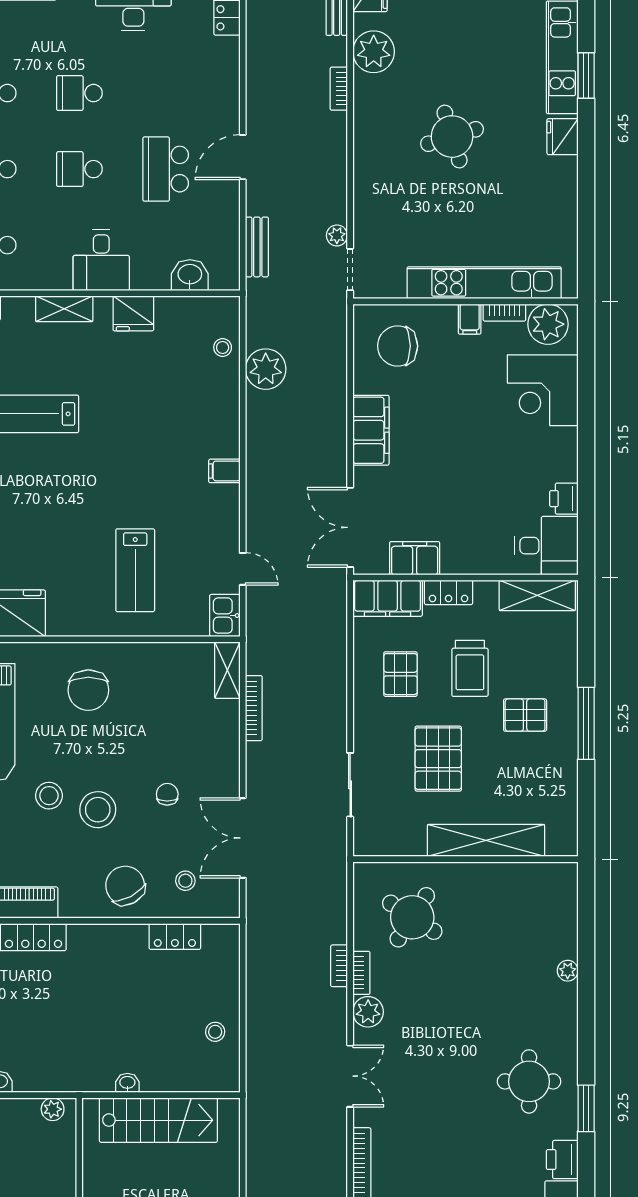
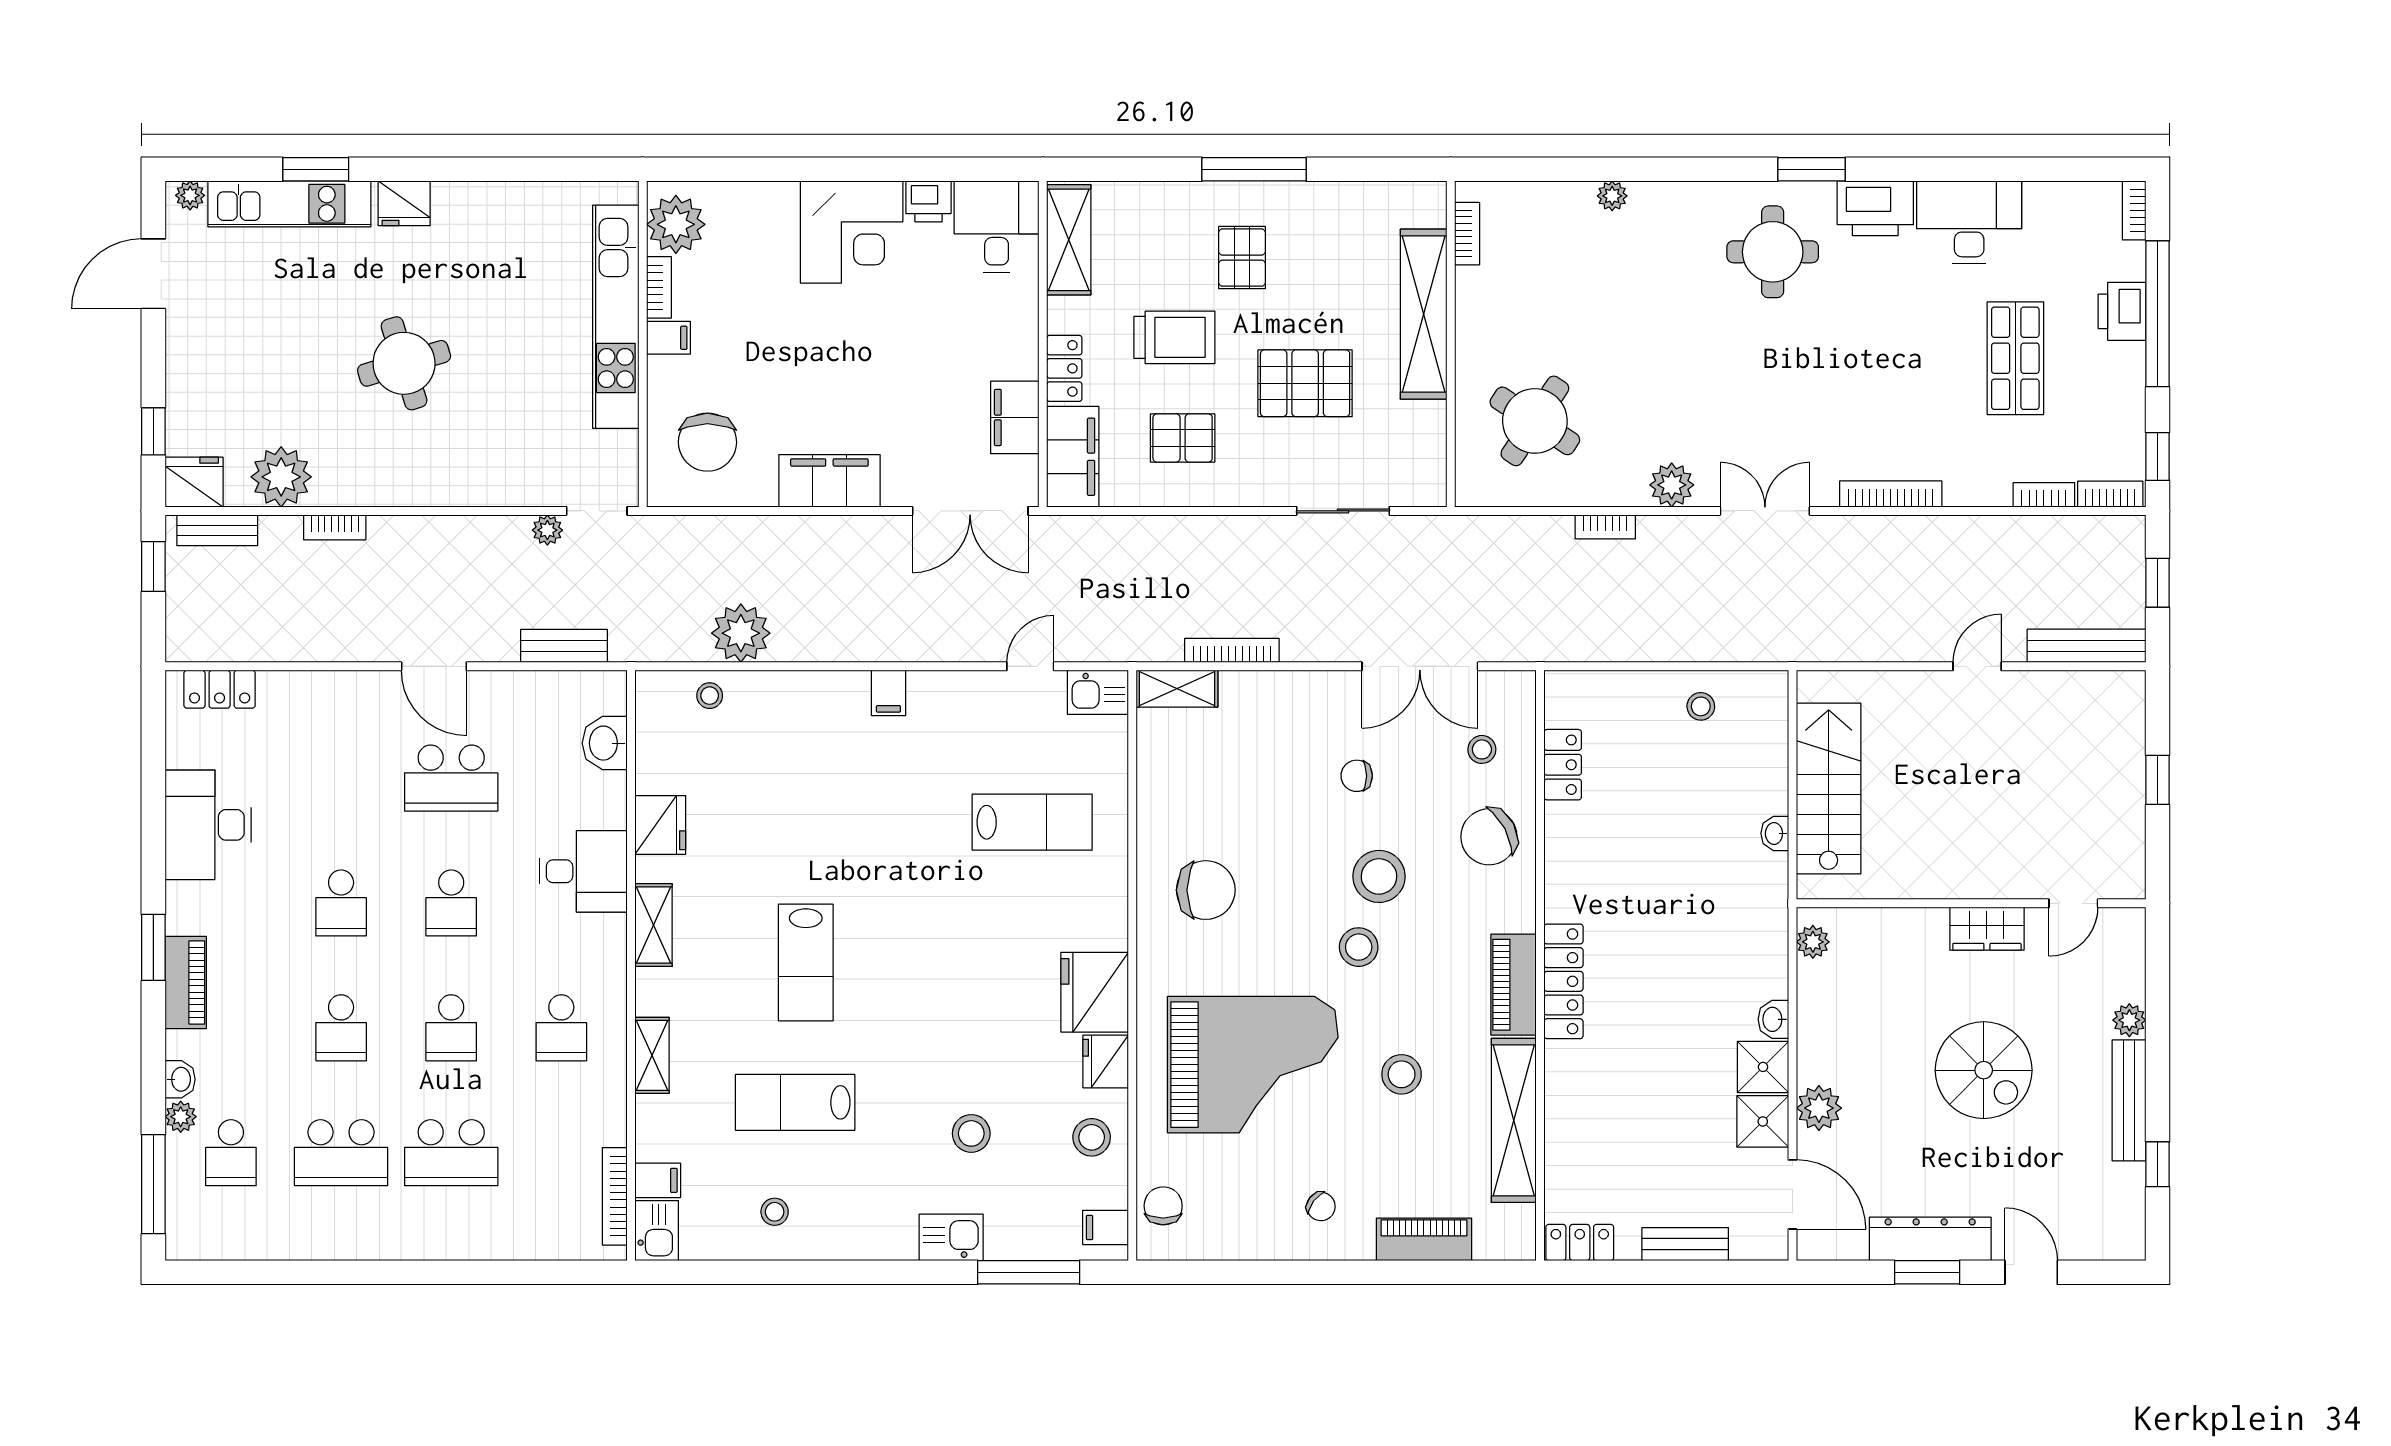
corner desk: (543, 390) -> (852, 232), moved
bookcase: (361, 973) -> (1467, 234), moved, turned 90
printer: (562, 1160) -> (1875, 208), width x1.37, depth x1.19

